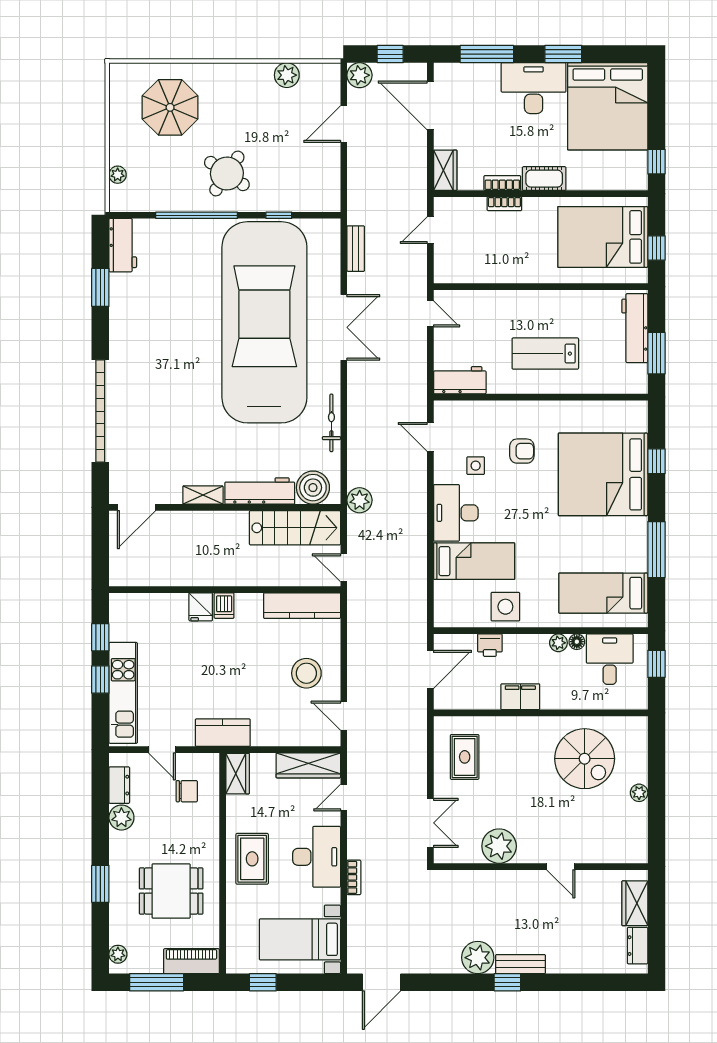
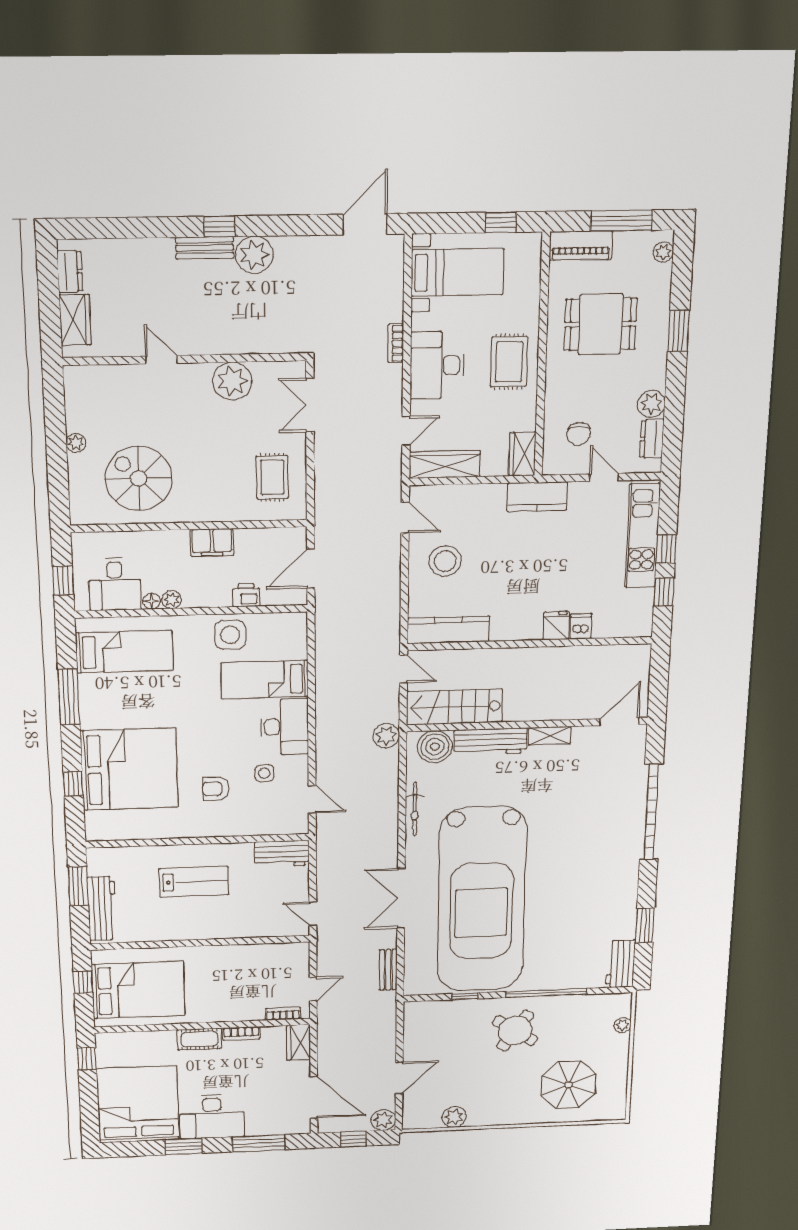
bookcase: (504, 204) -> (283, 1014), moved
dishwasher: (224, 606) -> (581, 626), moved
chair: (187, 791) -> (579, 434), turned -90

